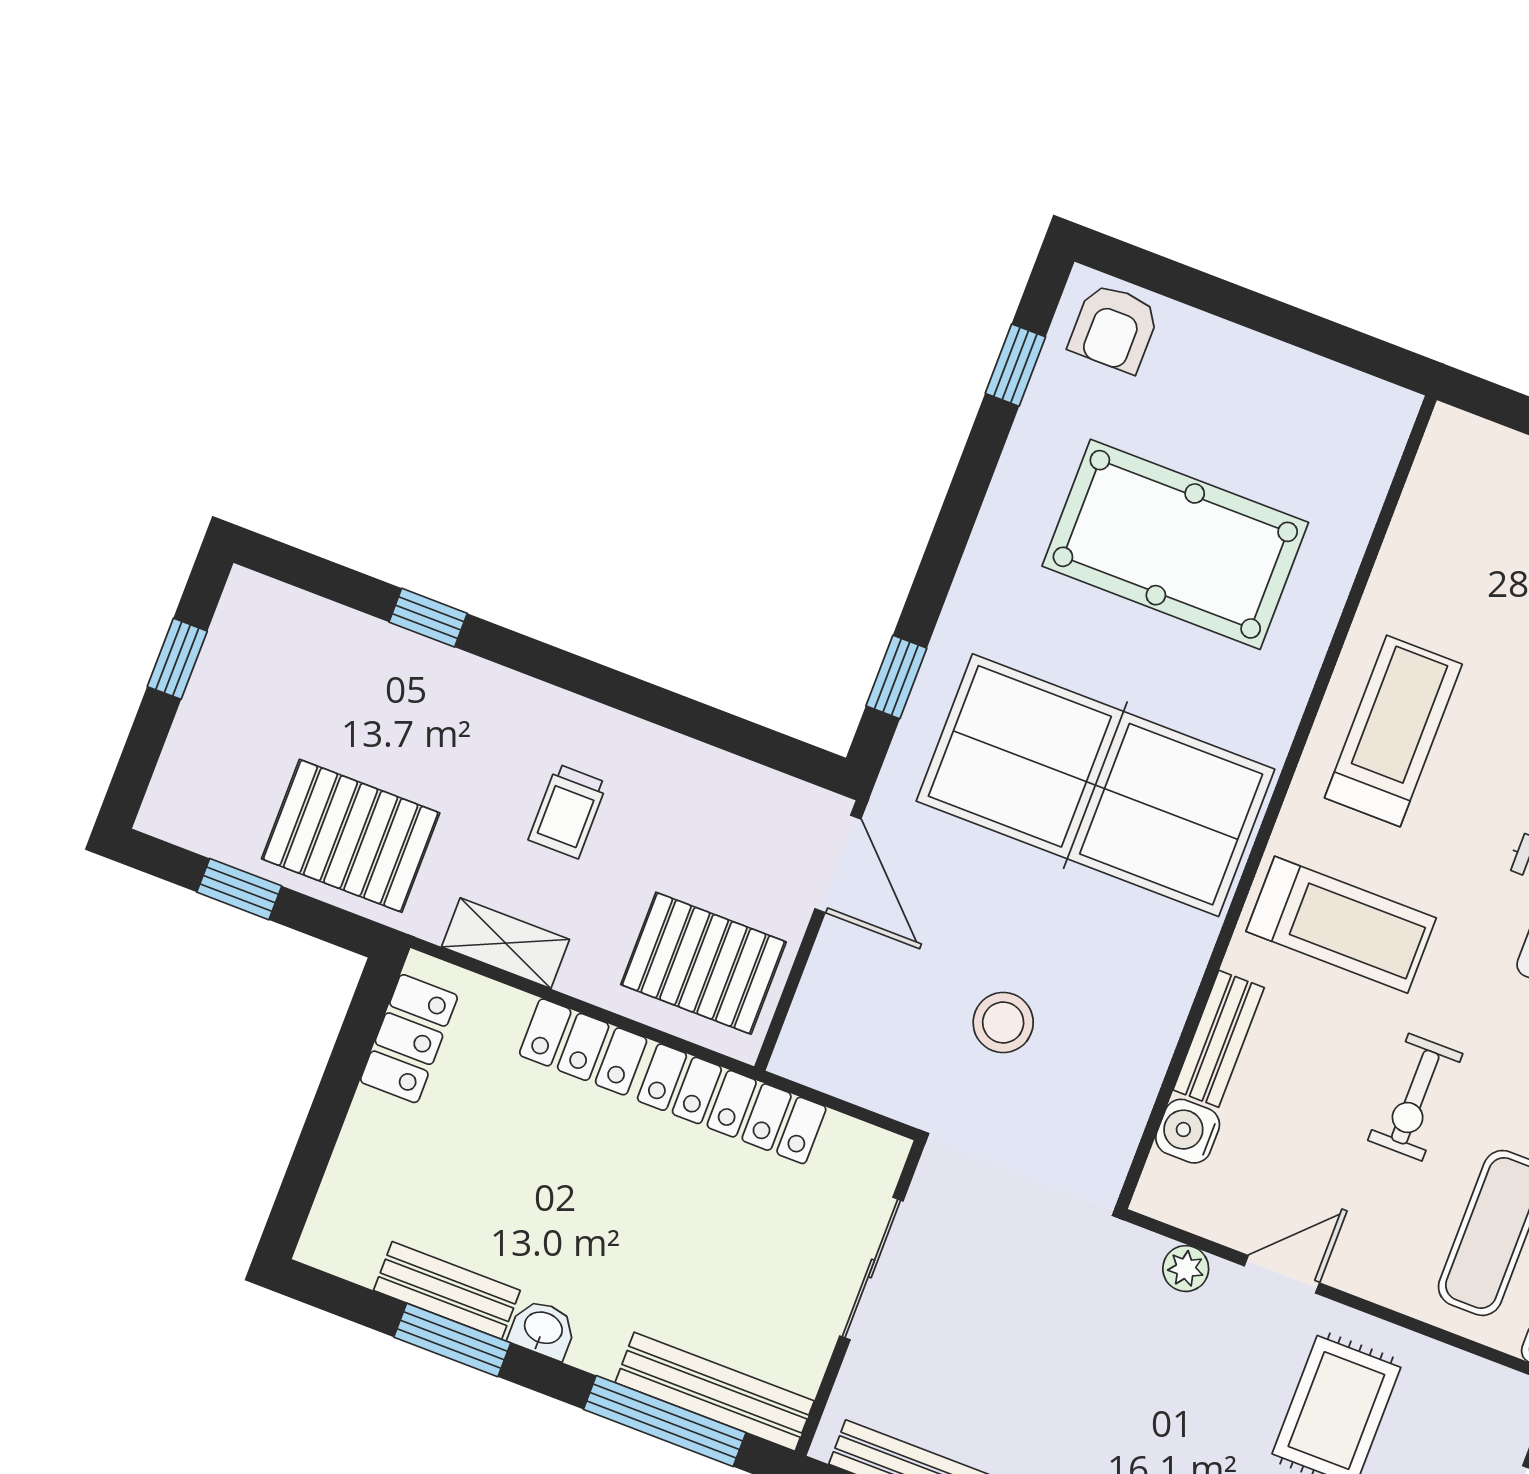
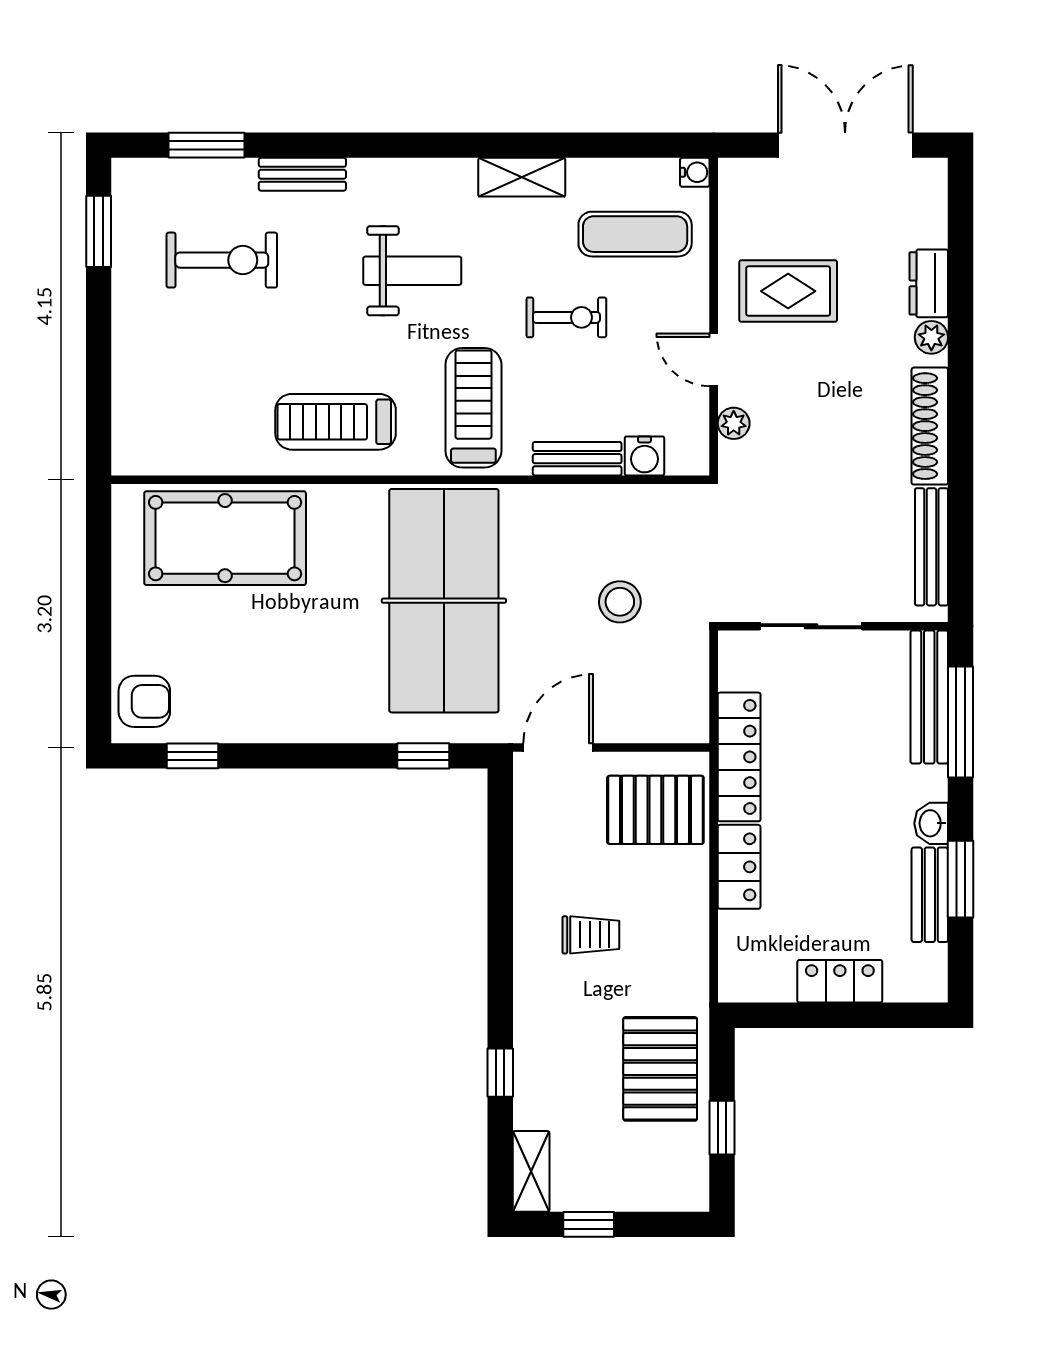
pool table: (1175, 544) -> (225, 538), moved, turned 90
shelving: (506, 943) -> (531, 1171), moved
pallet: (703, 963) -> (655, 810), turned 90
locker: (409, 1039) -> (840, 981), moved

